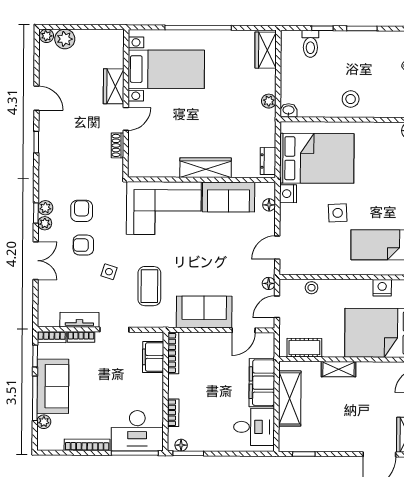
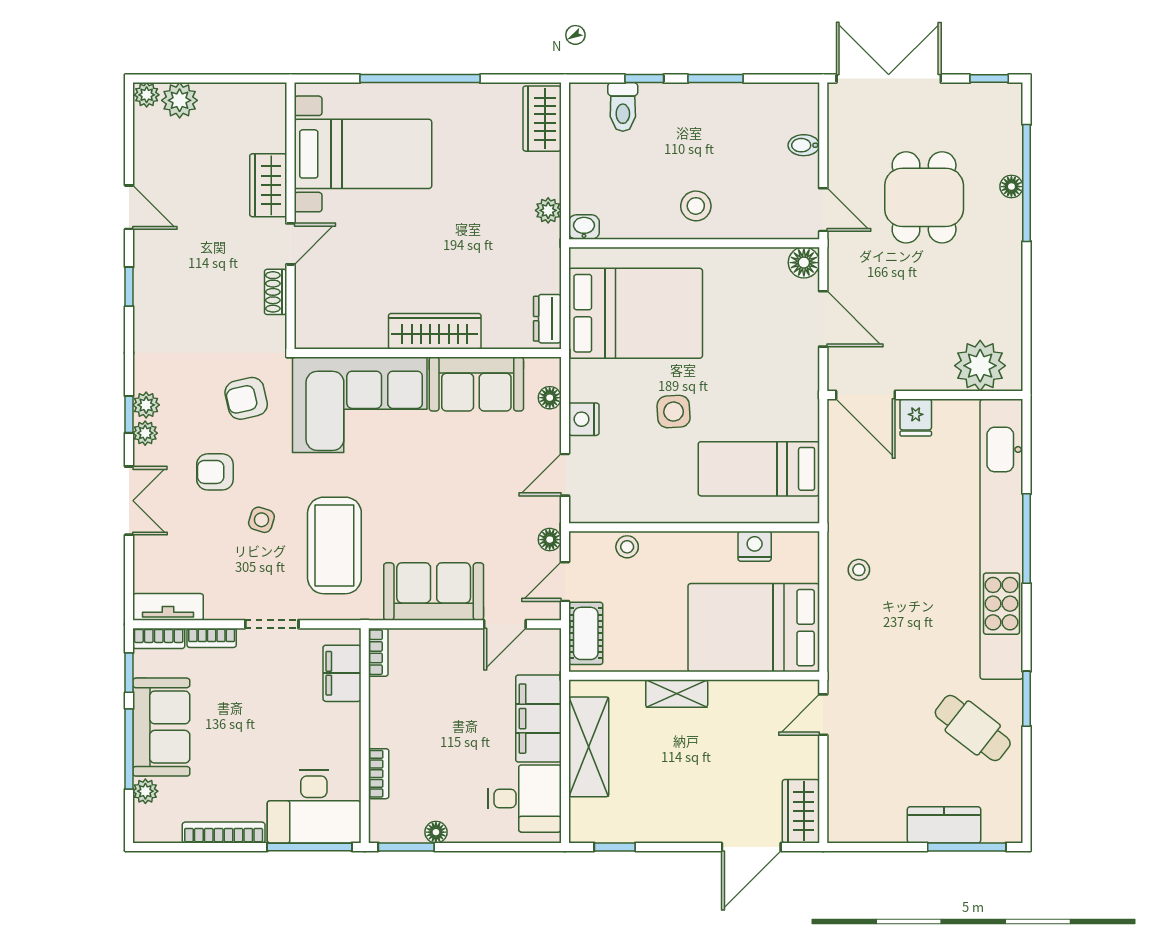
nightstand: (288, 194) -> (584, 419), moved
armchair: (82, 211) -> (246, 398), moved, turned -103
coffee table: (149, 286) -> (334, 545), width x1.36, depth x1.32
tv unit: (79, 320) -> (168, 607), moved
cot: (304, 348) -> (586, 633), moved, turned 90
bookcase: (173, 353) -> (378, 652), width x0.64
floor lamp: (181, 445) -> (436, 832), moved

